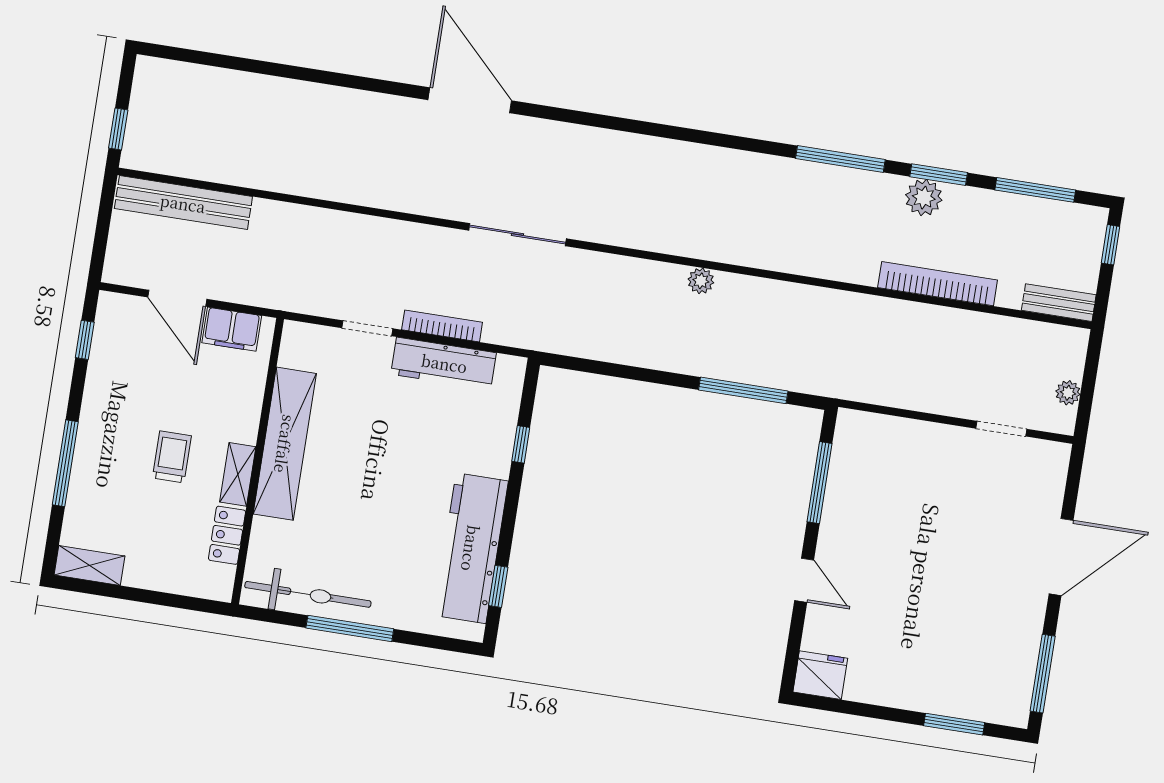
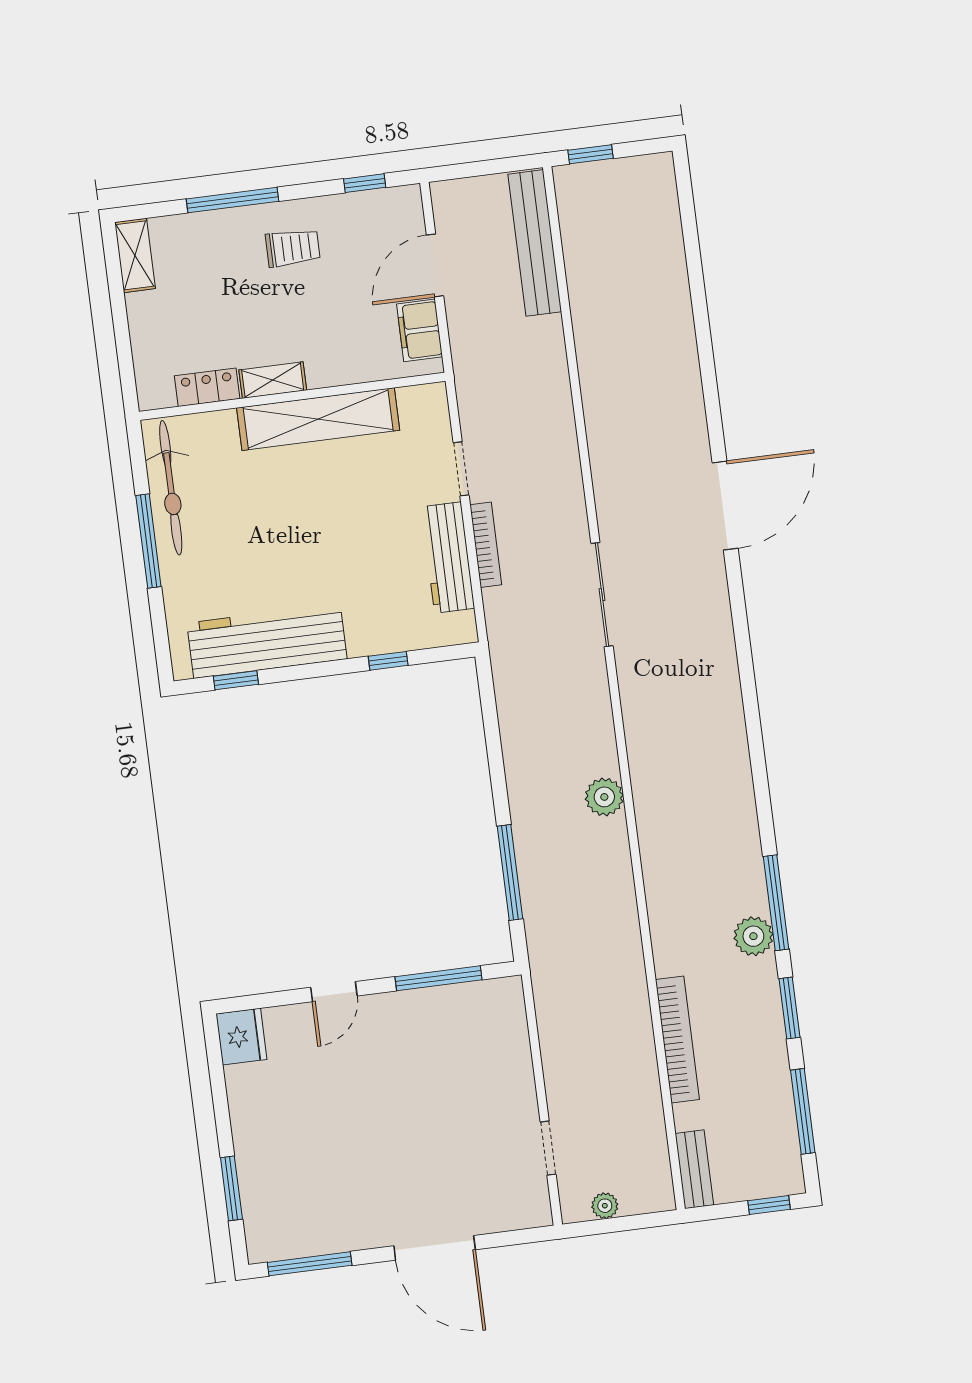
plant: (924, 198) -> (753, 936), moved
plant: (701, 281) -> (604, 797), width x1.38, depth x1.38
trolley: (172, 457) -> (293, 248), moved

